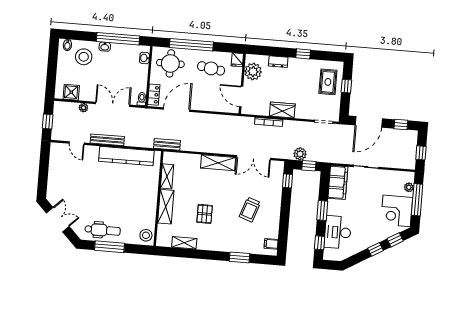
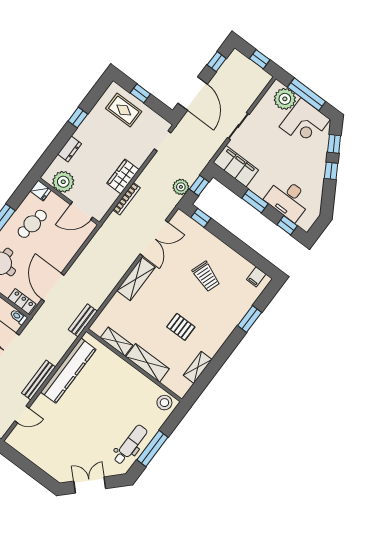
plant: (409, 187) -> (285, 99), width x1.88, depth x1.88

